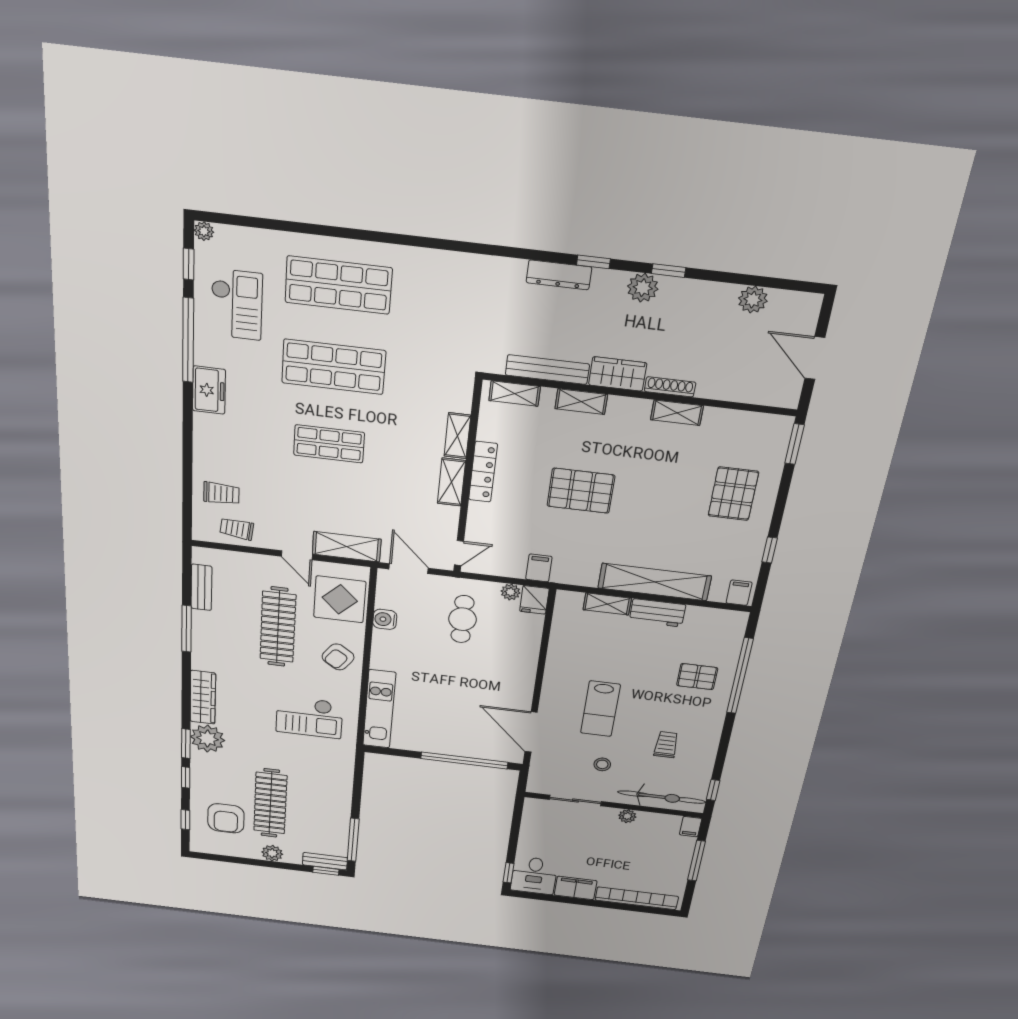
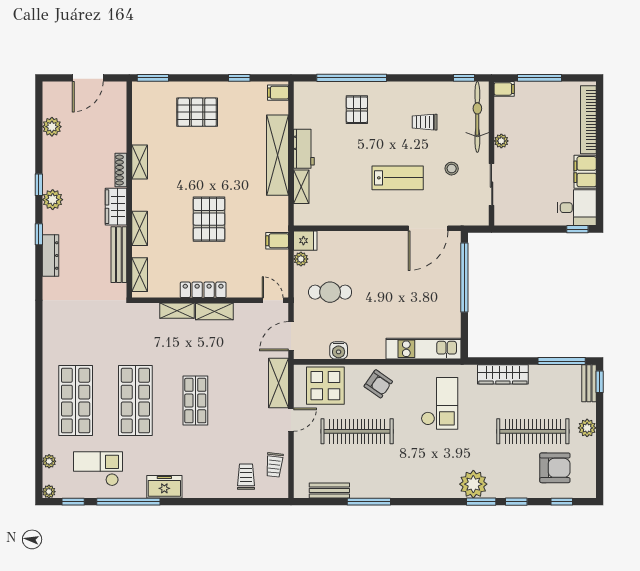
plant: (249, 237) -> (49, 461), added
wardrobe: (203, 697) -> (503, 374), moved, turned 180

